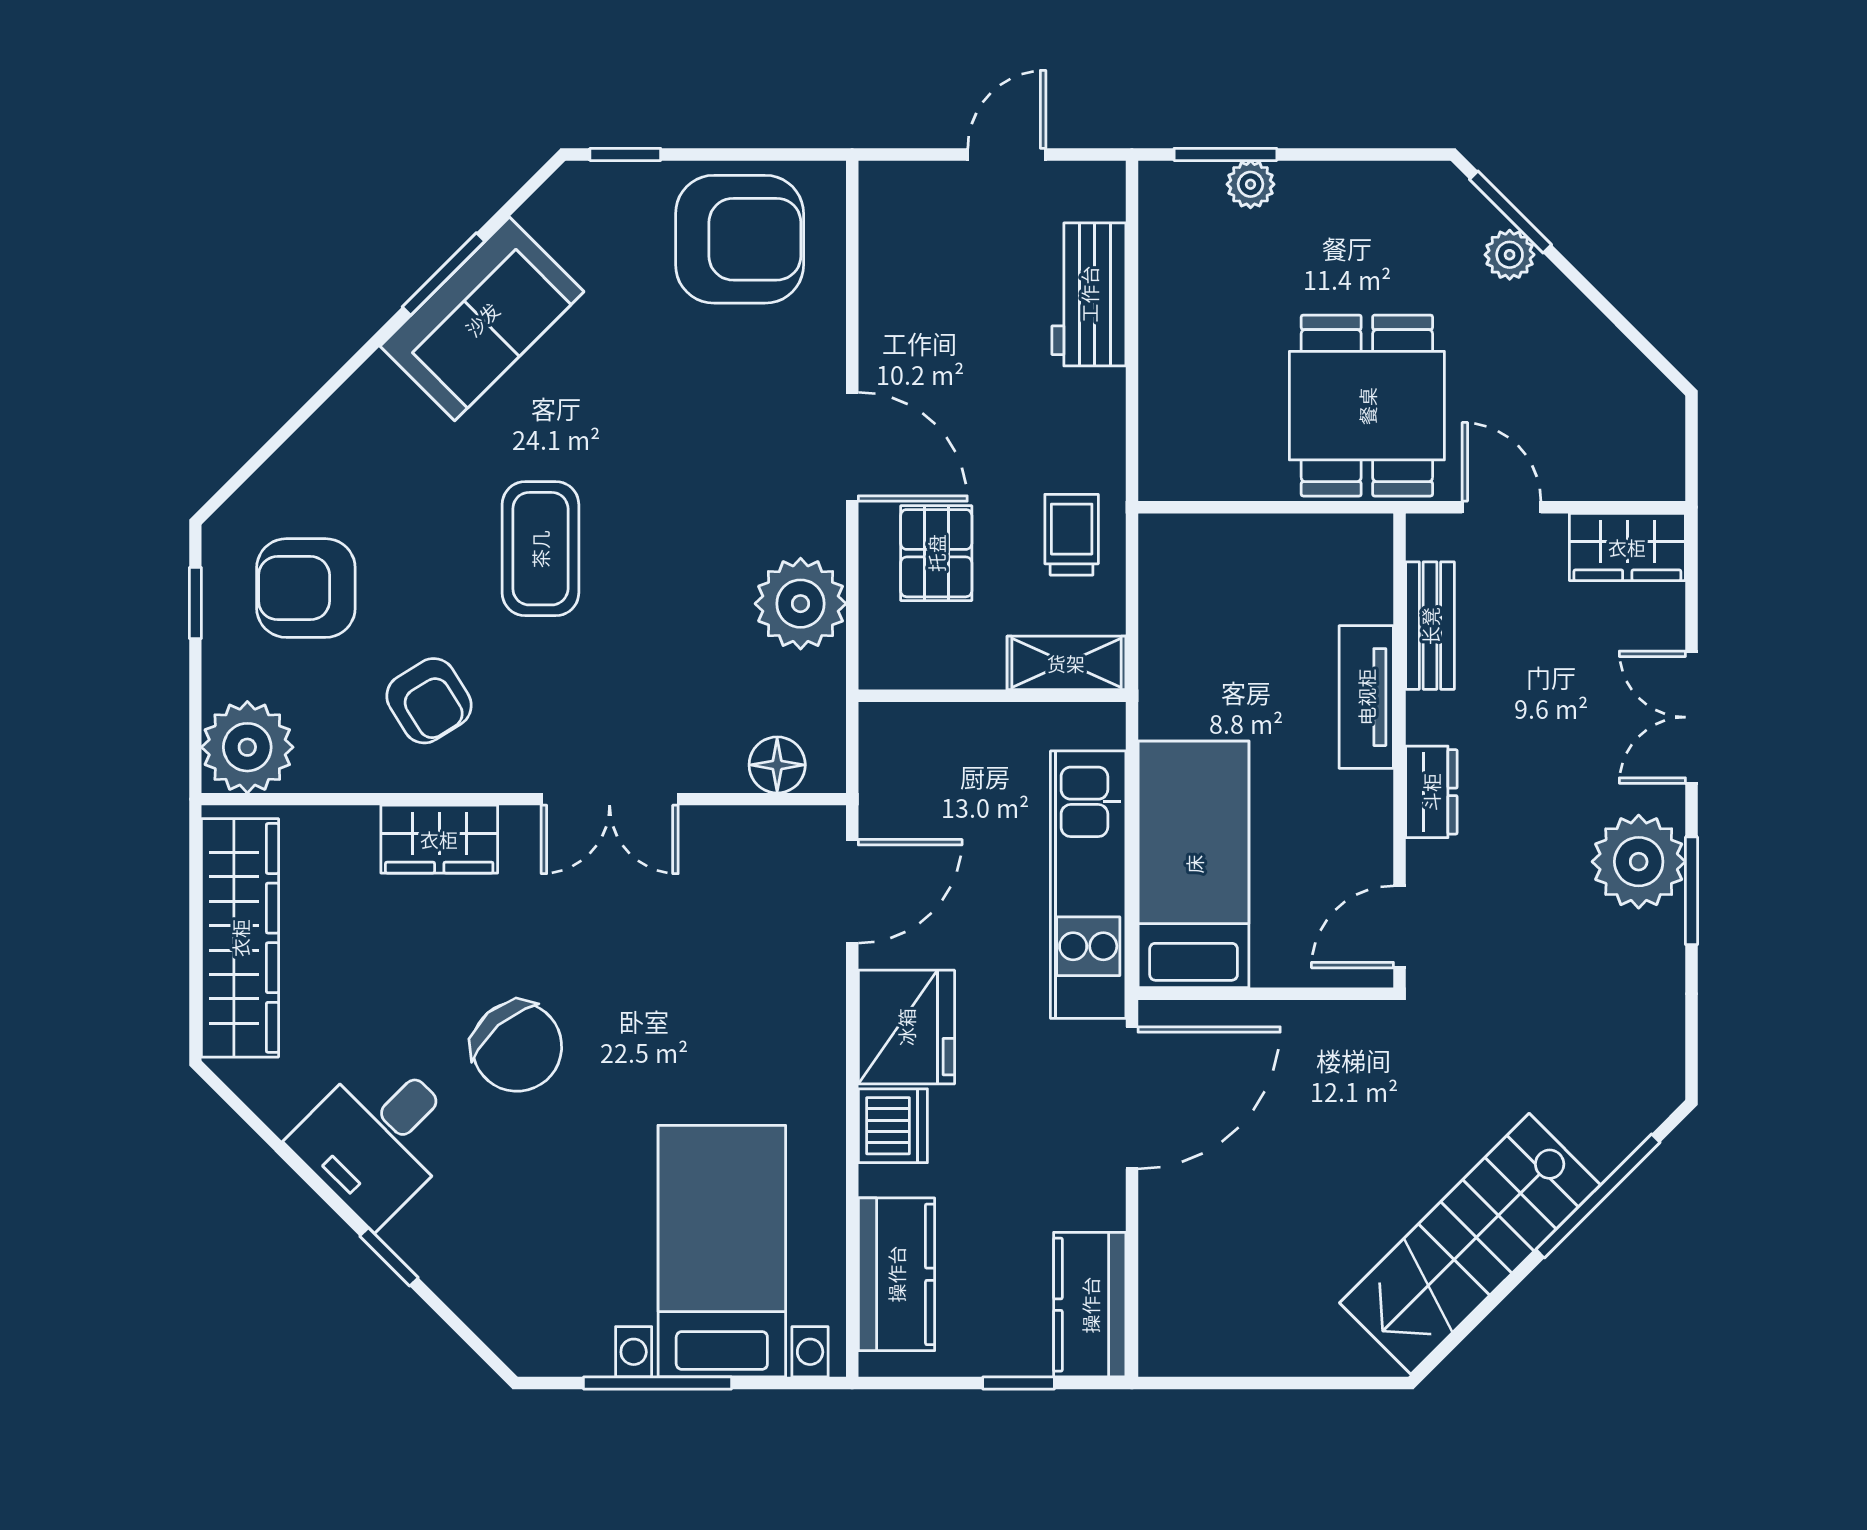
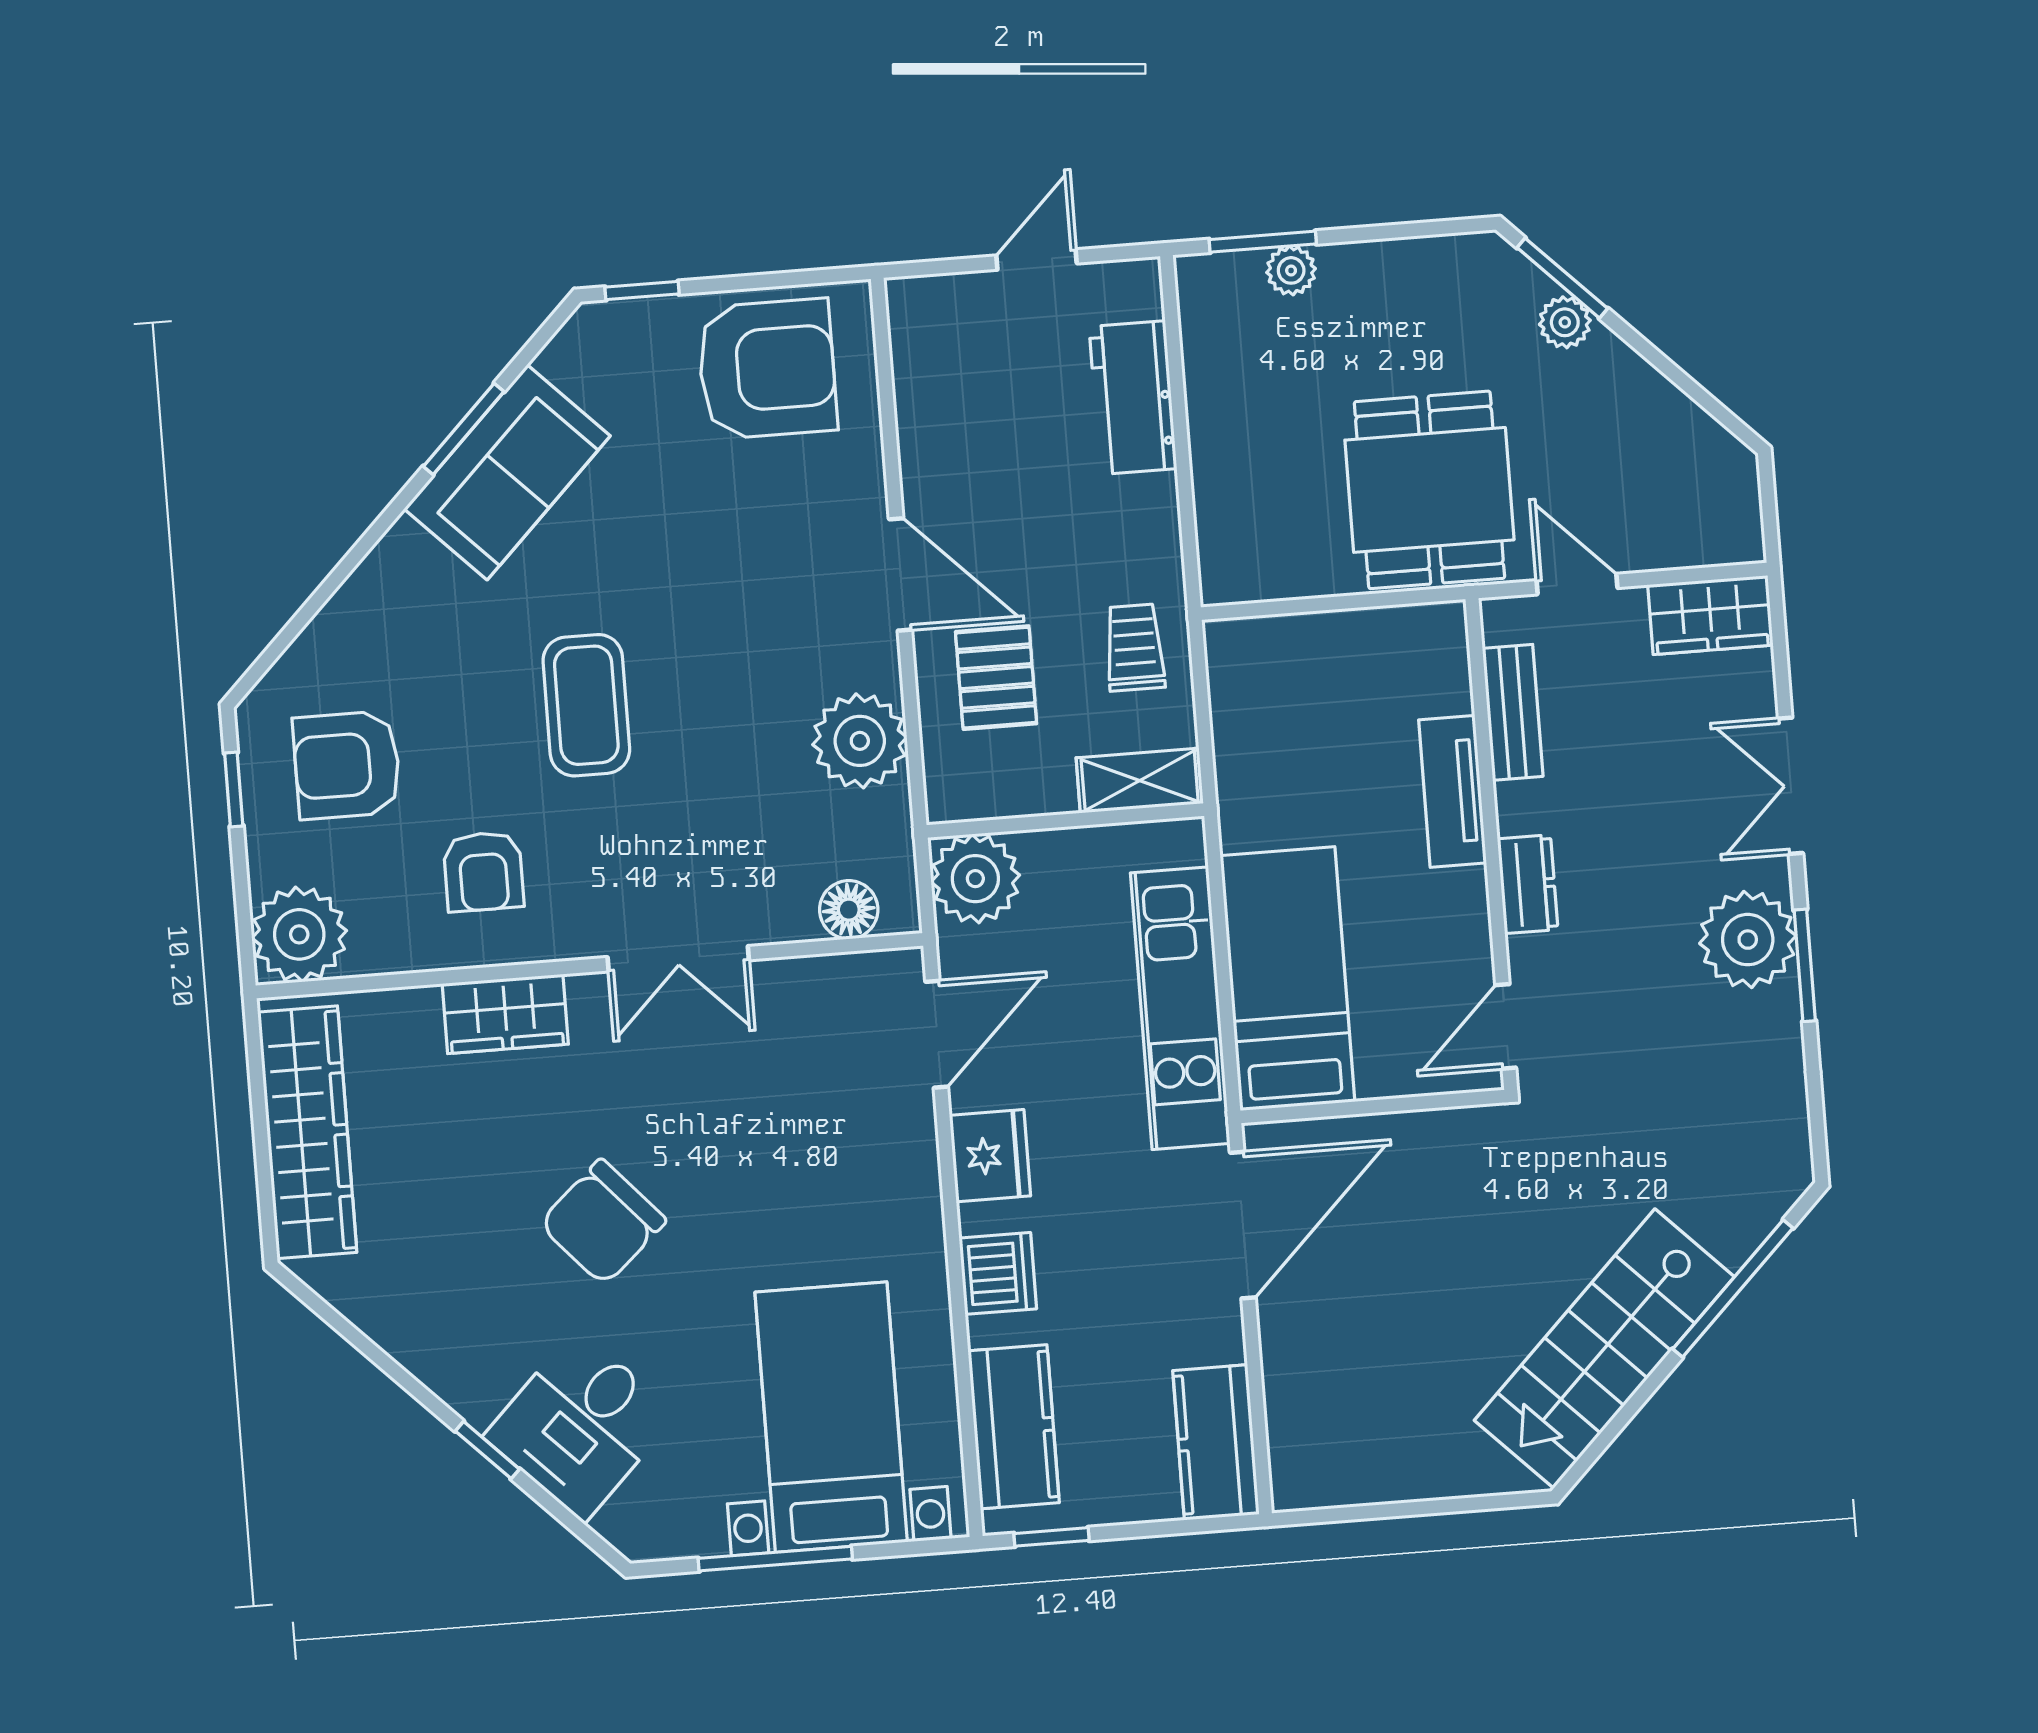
armchair: (429, 701) -> (483, 872), turned 32
plant: (901, 745) -> (975, 879), added
fridge: (906, 1027) -> (990, 1156), width x0.73, depth x0.75
chair: (517, 1047) -> (603, 1222), turned 89
desk: (378, 1138) -> (580, 1425), moved
window: (1019, 1383) -> (1051, 1537), moved

